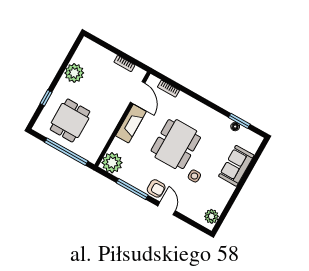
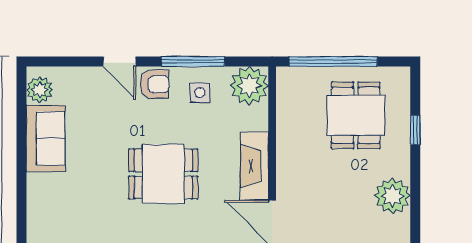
dining table: (176, 144) -> (163, 174), width x0.73
sofa: (236, 166) -> (46, 138), moved
side table: (194, 176) -> (200, 93), moved
armchair: (156, 188) -> (155, 84), turned 180

